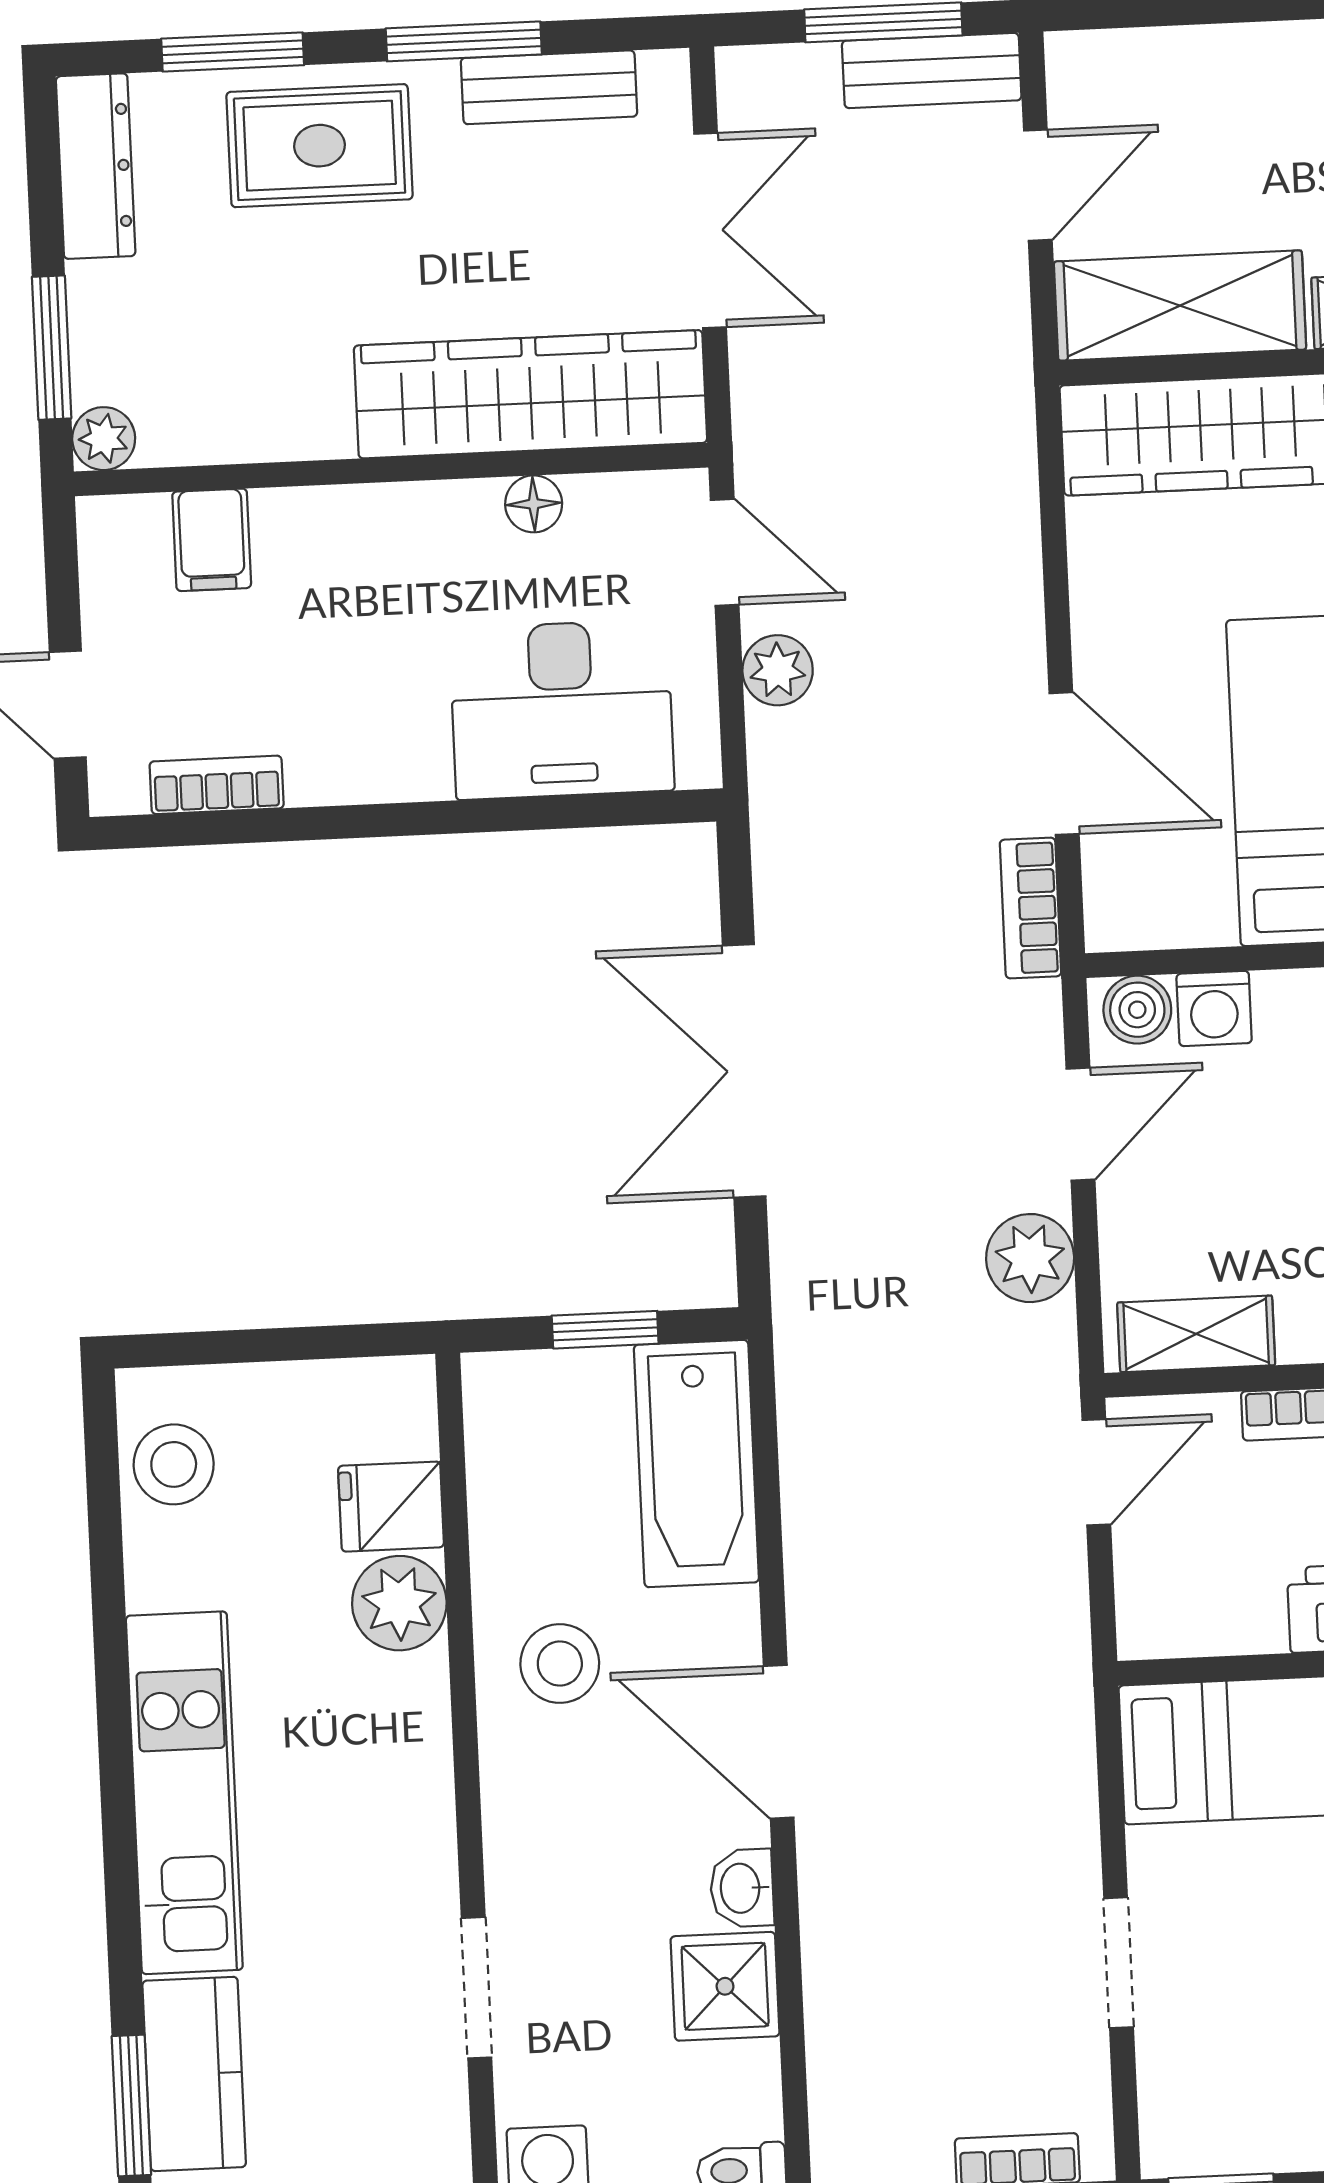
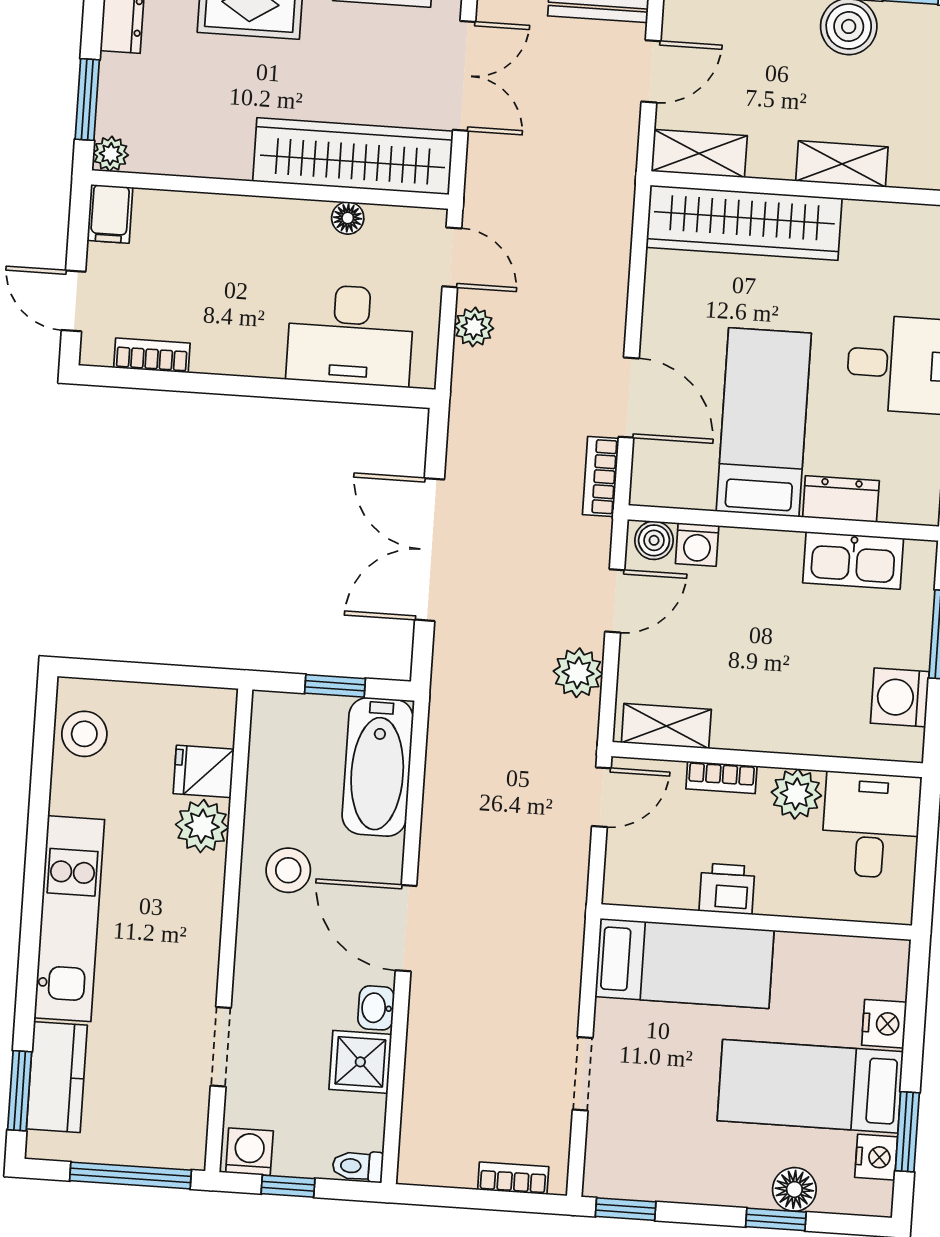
shelving: (1180, 306) -> (699, 153), width x0.67, depth x0.75
filing cabinet: (212, 540) -> (110, 214), moved

